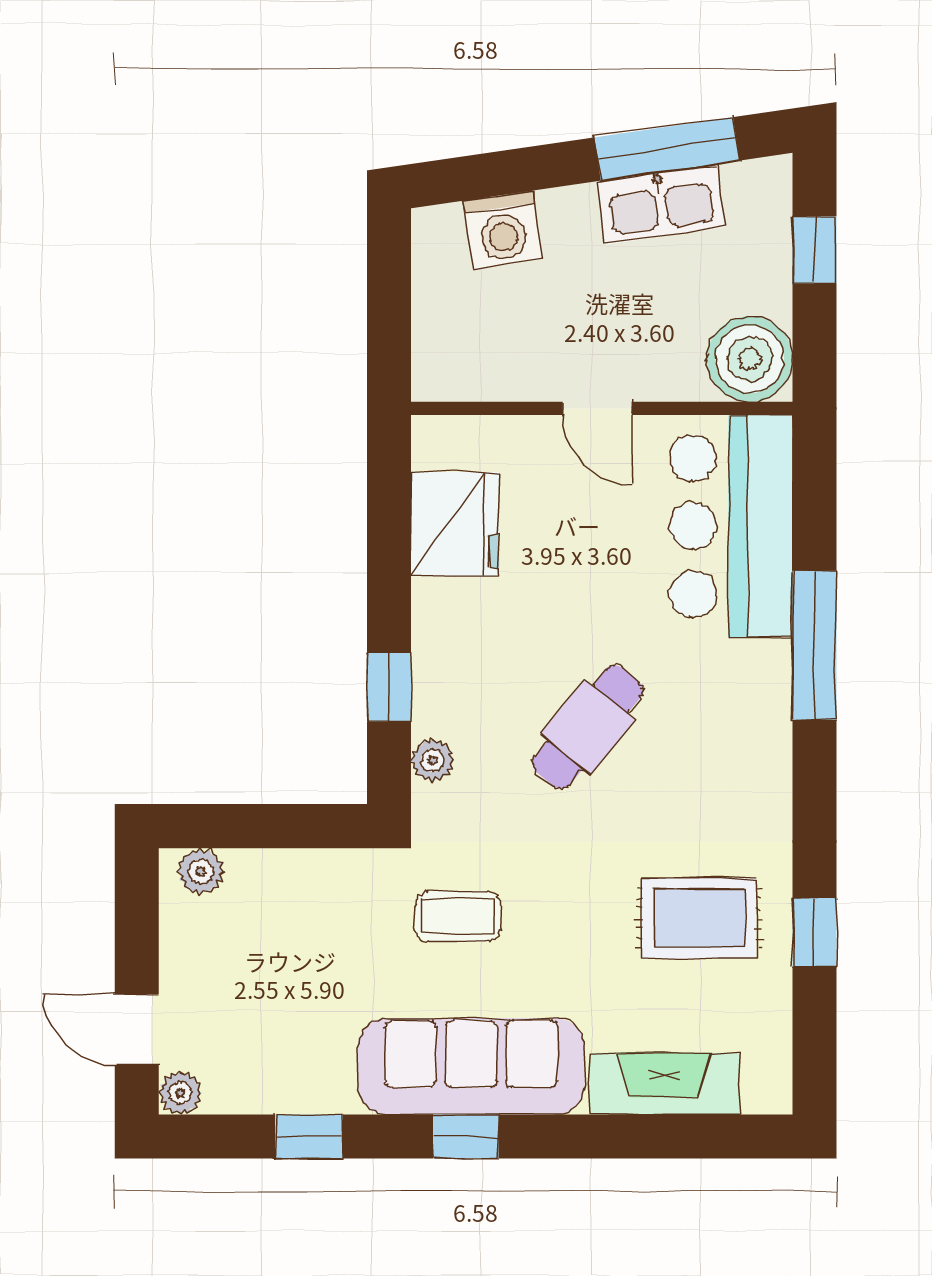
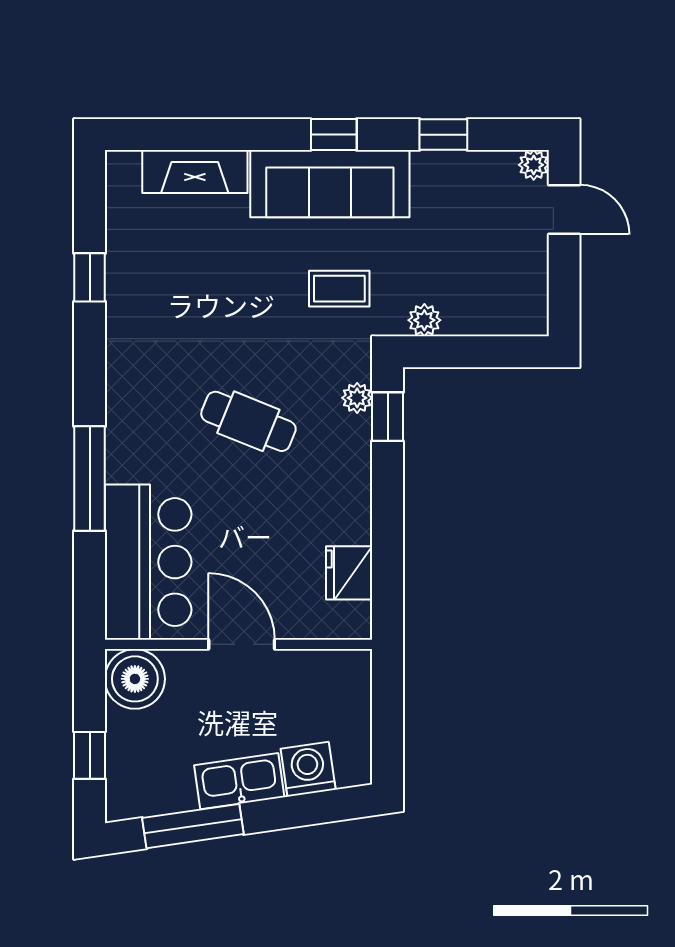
kitchen sink: (661, 204) -> (239, 781), moved
door: (597, 408) -> (242, 644), width x1.38
fridge: (455, 524) -> (349, 573), width x0.73, depth x0.75
window: (389, 687) -> (388, 417), moved
cafe table: (588, 727) -> (248, 421), turned 73
plant: (201, 871) -> (424, 320), moved
rug: (699, 918) -> (170, 287), removed

